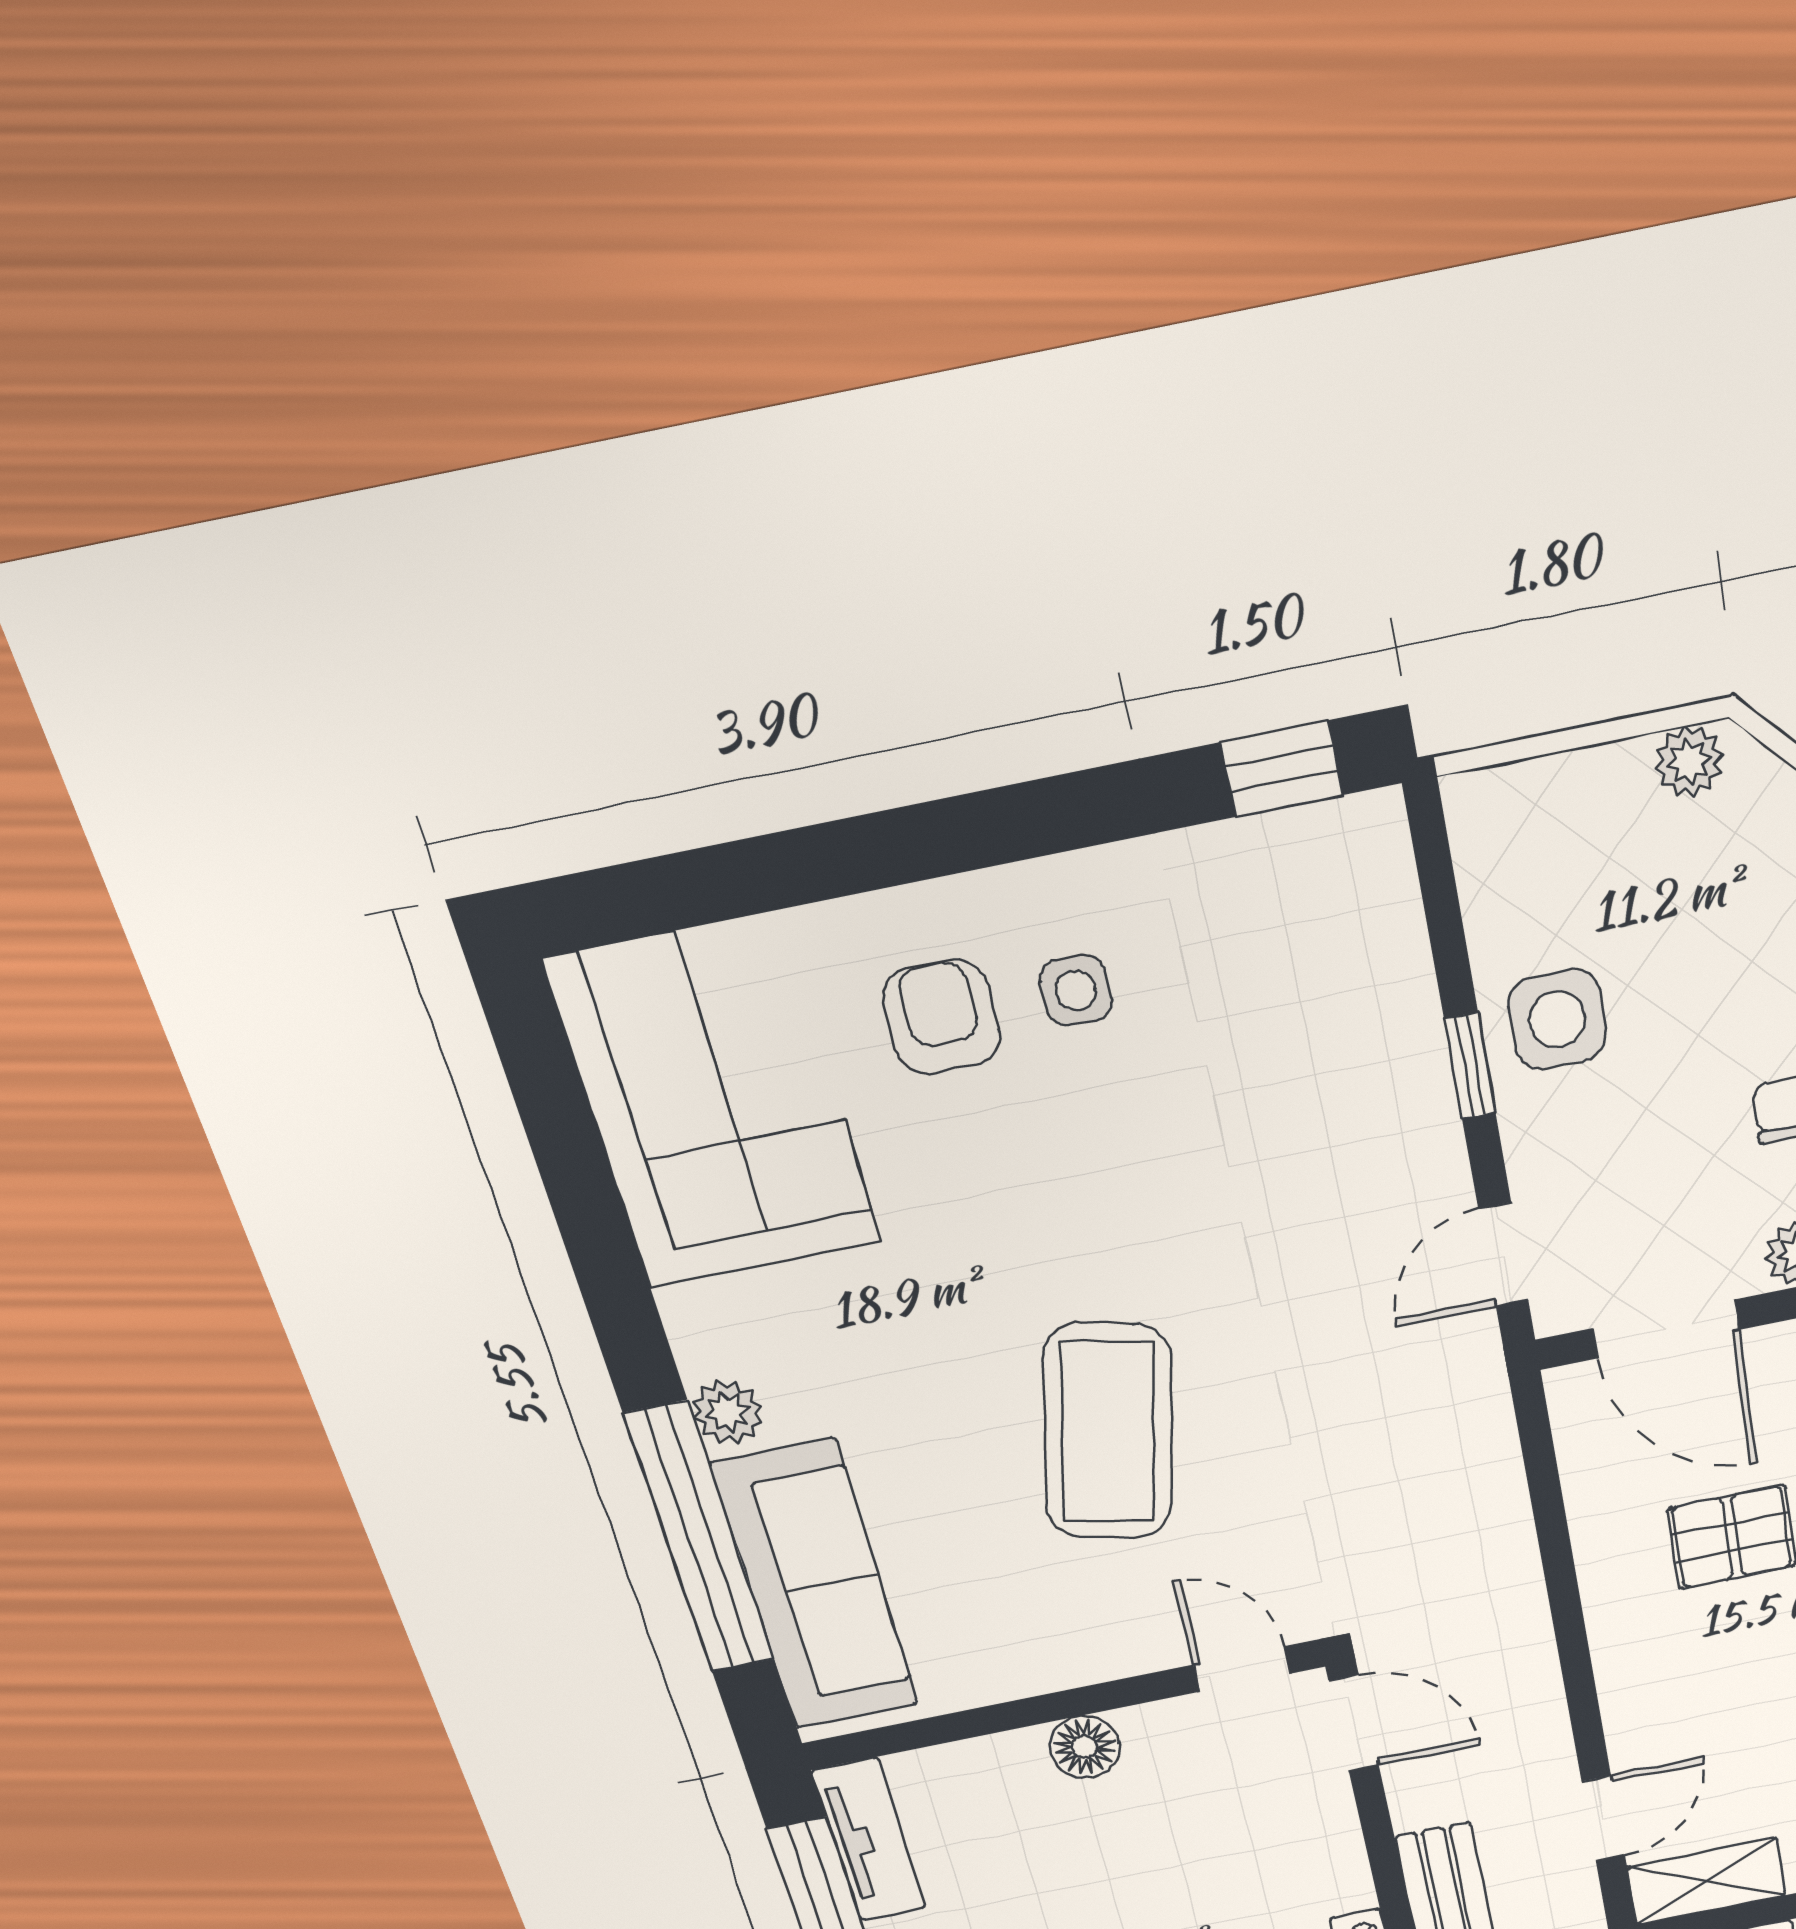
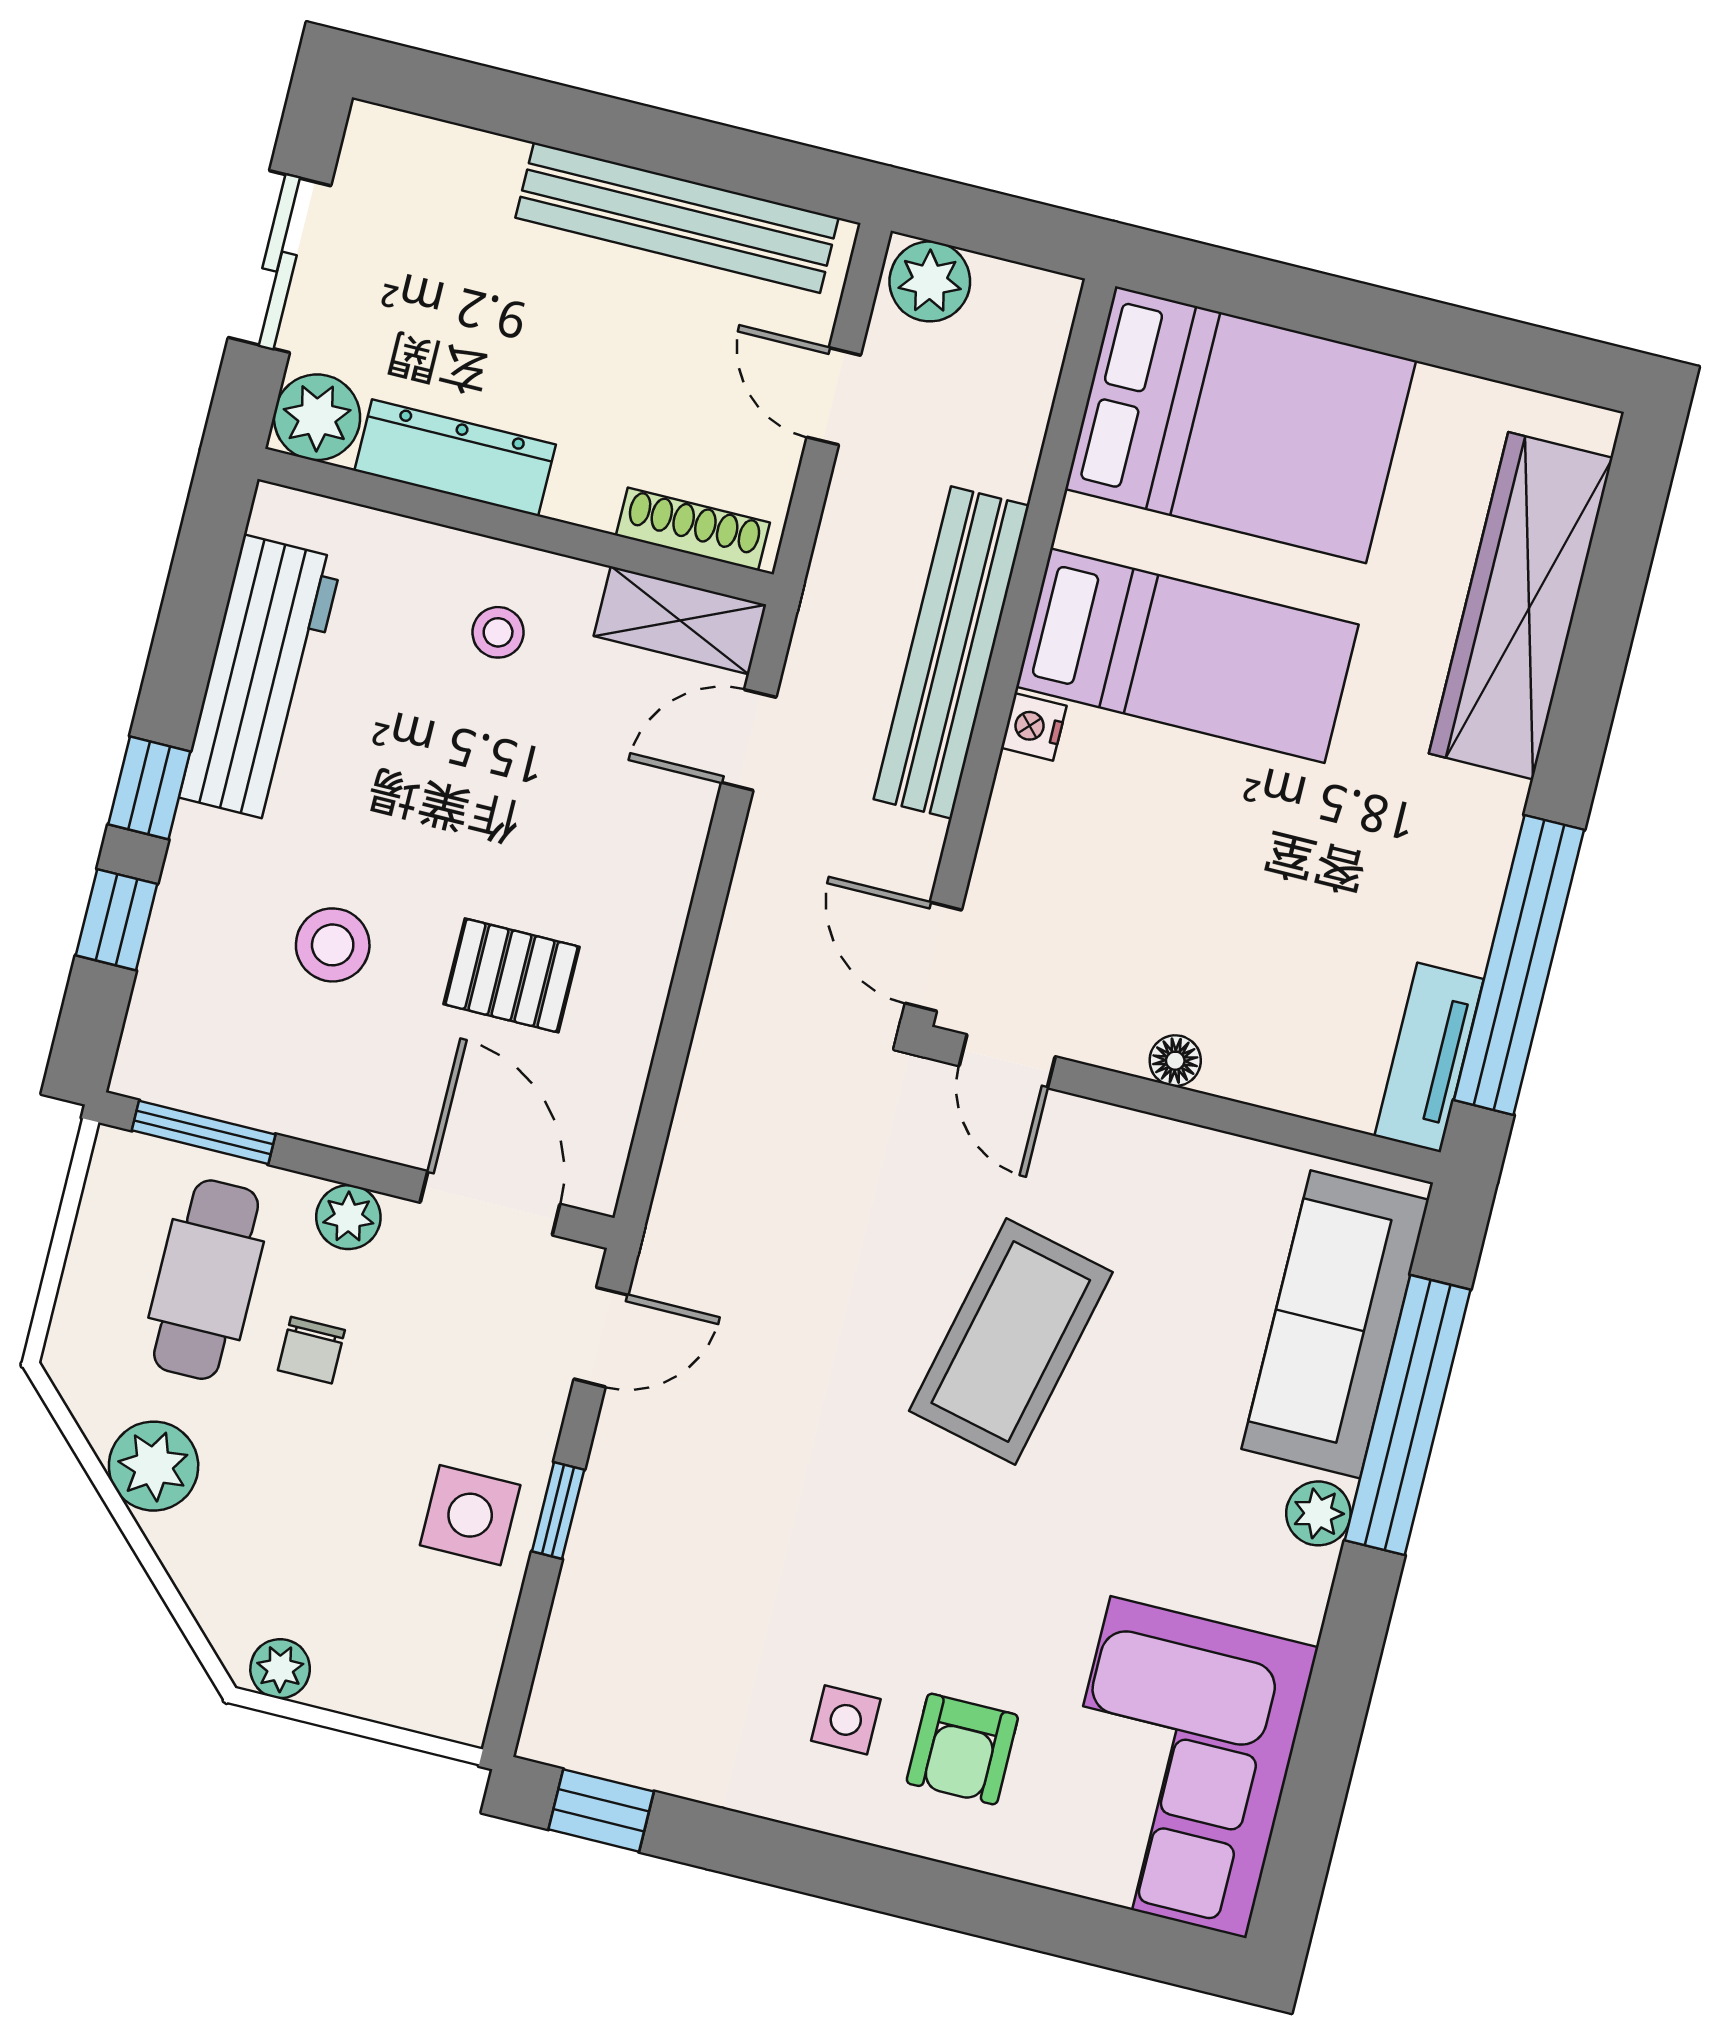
floor lamp: (1084, 1747) -> (1175, 1061), width x0.73, depth x0.73

